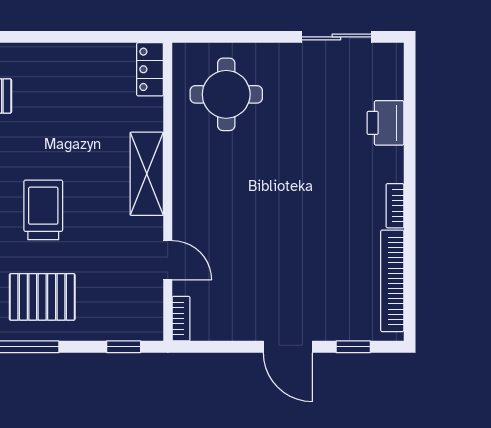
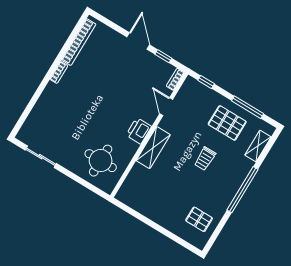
locker: (150, 69) -> (126, 190), removed
printer: (385, 123) -> (139, 131), moved, turned 180
trolley: (43, 210) -> (205, 159), width x0.73, depth x0.72
window: (353, 347) -> (163, 56), moved

